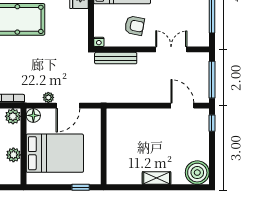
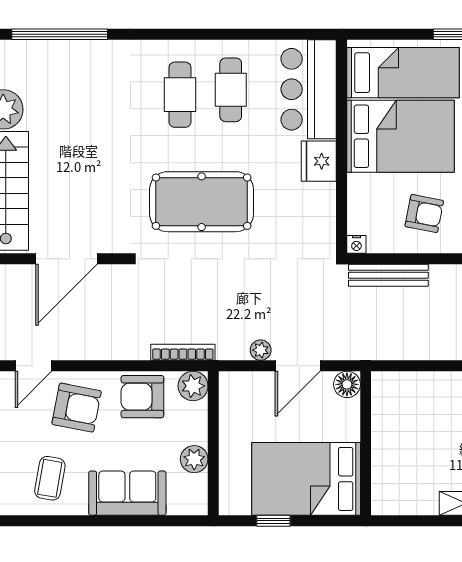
floor lamp: (33, 115) -> (347, 384), moved
bed: (55, 153) -> (306, 479), moved, turned 180
window: (81, 187) -> (273, 521), moved

